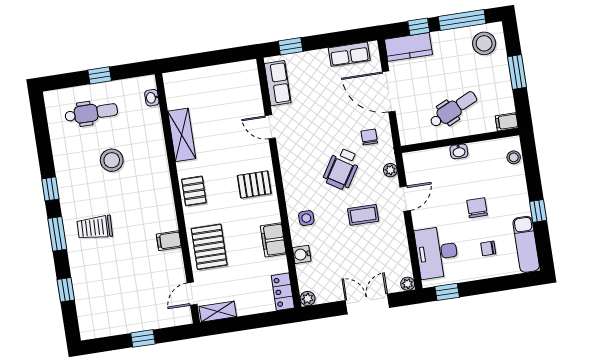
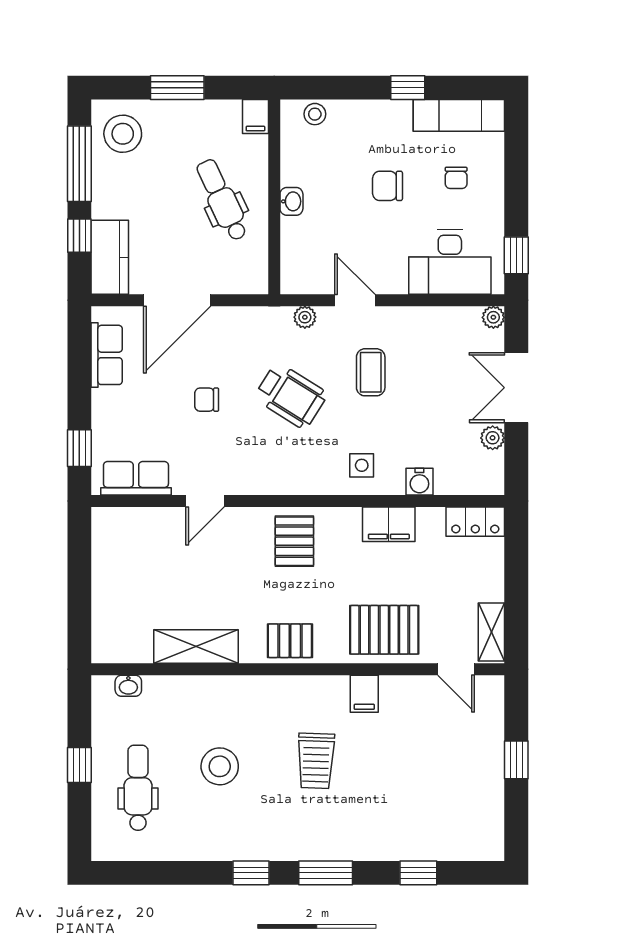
chair: (369, 137) -> (207, 400), moved
trolley: (95, 227) -> (316, 761), moved
plant: (308, 299) -> (493, 438), moved

